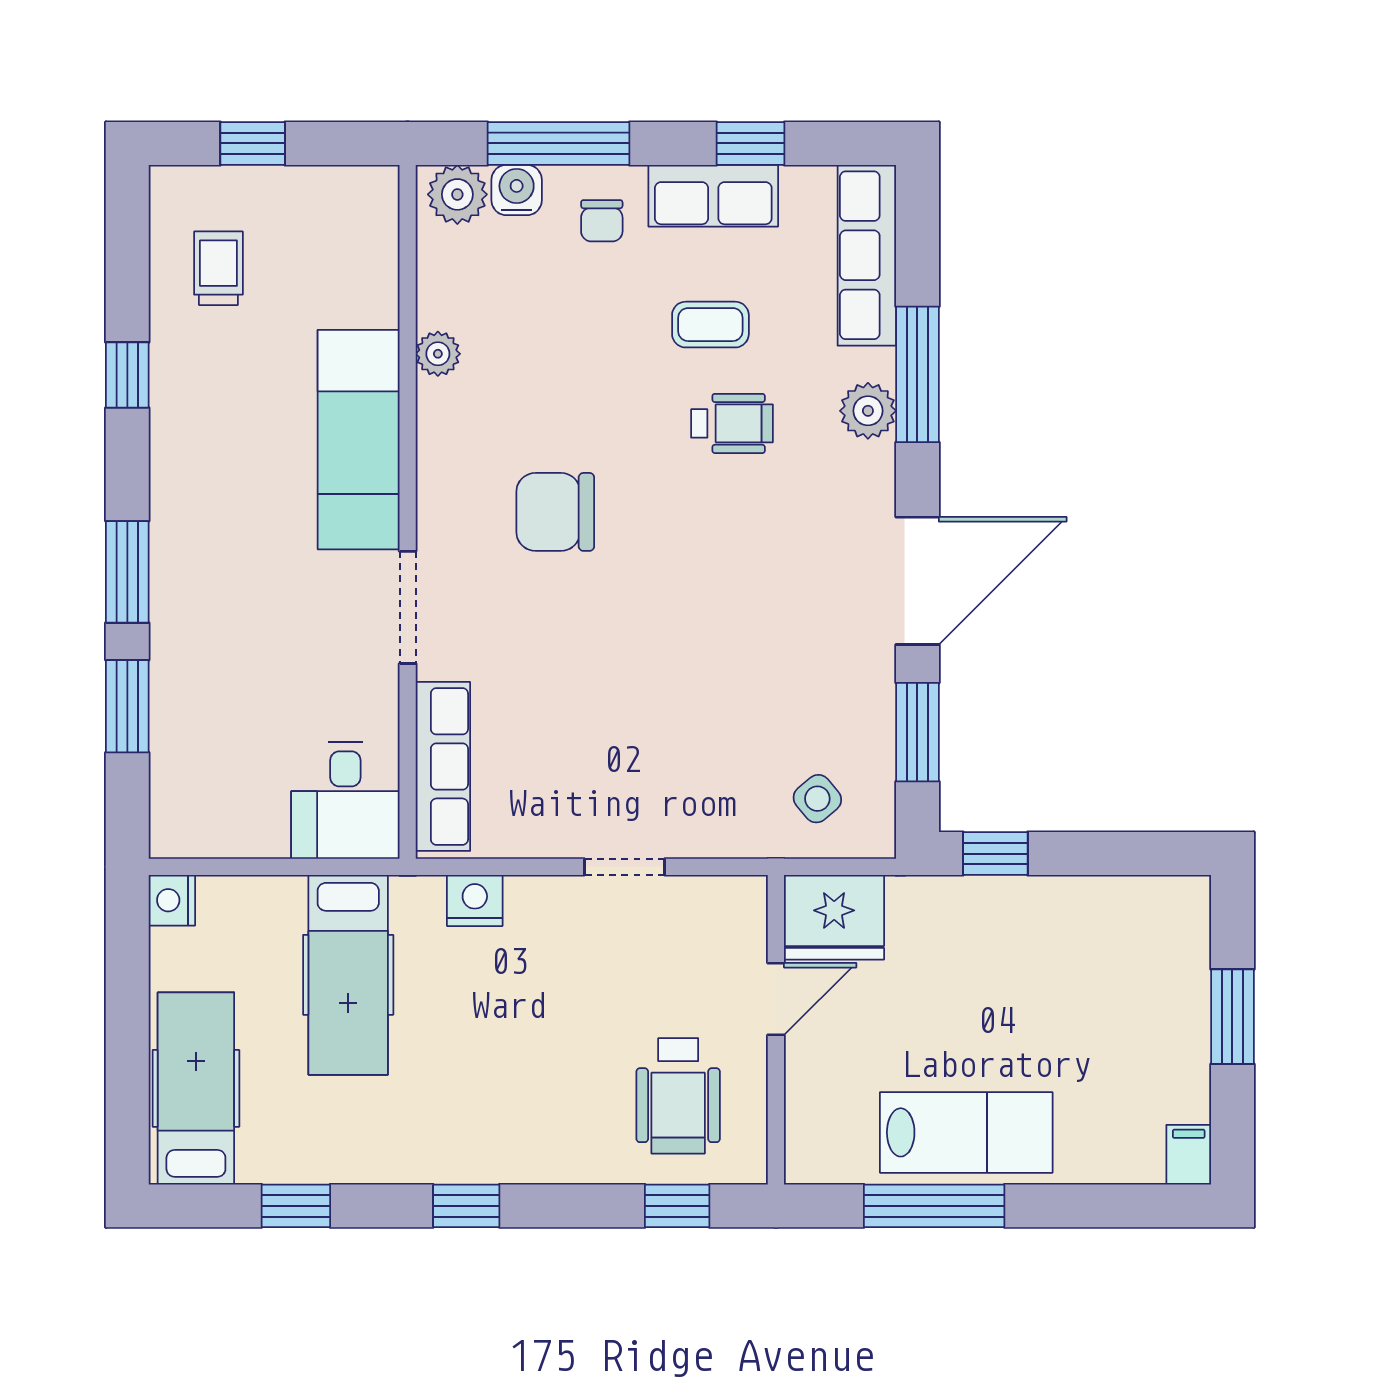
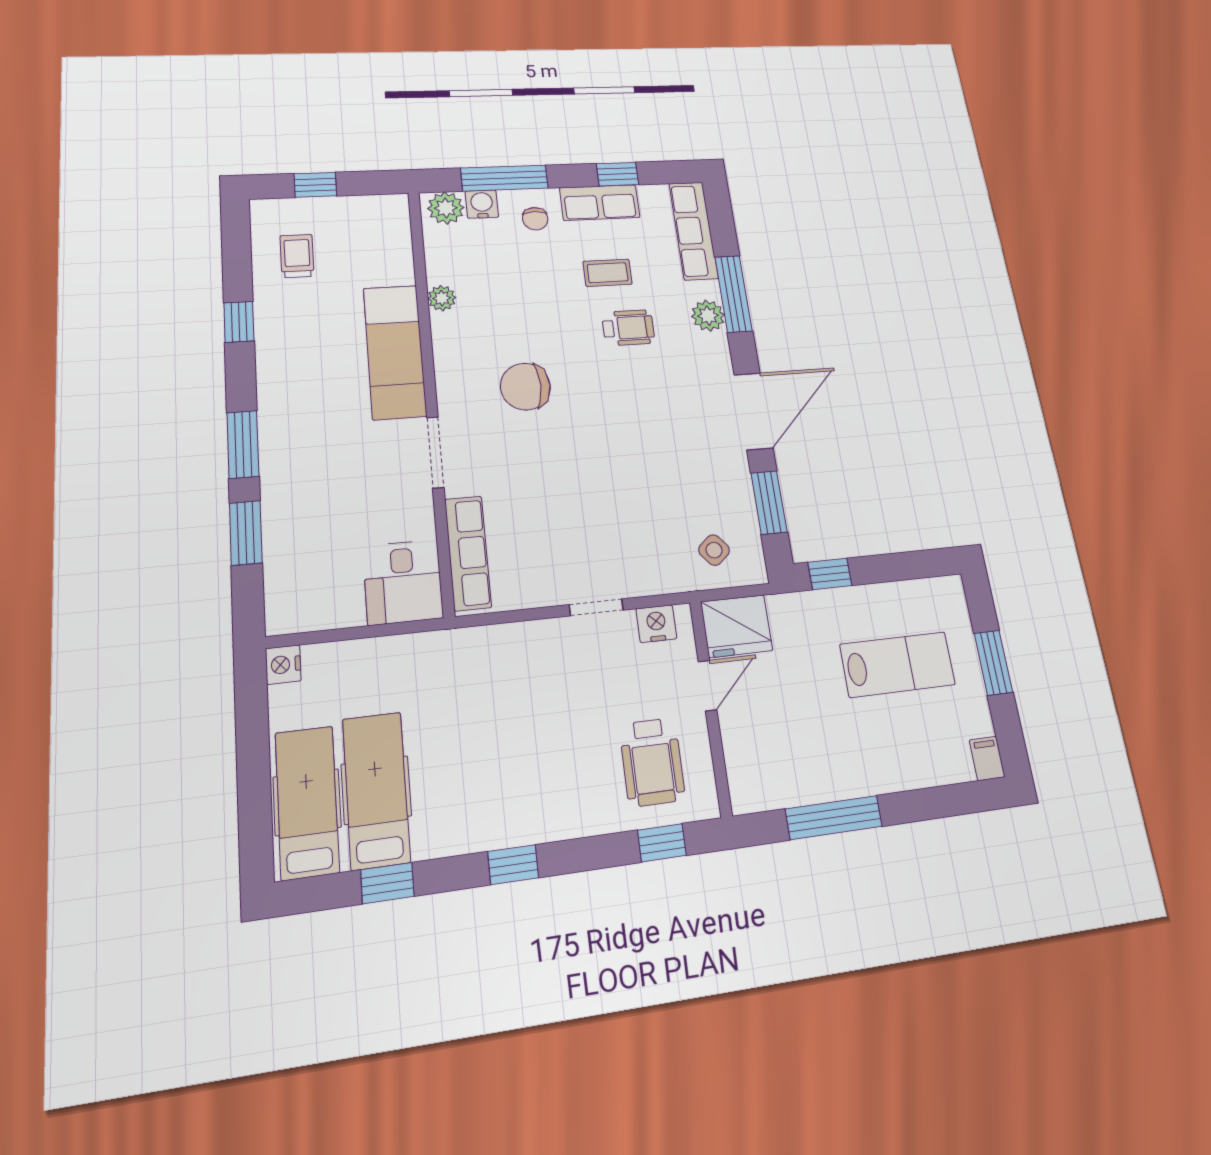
nightstand: (475, 900) -> (656, 624), moved
hospital bed: (348, 975) -> (376, 790), moved, turned 180
lab bench: (966, 1132) -> (898, 664), moved

